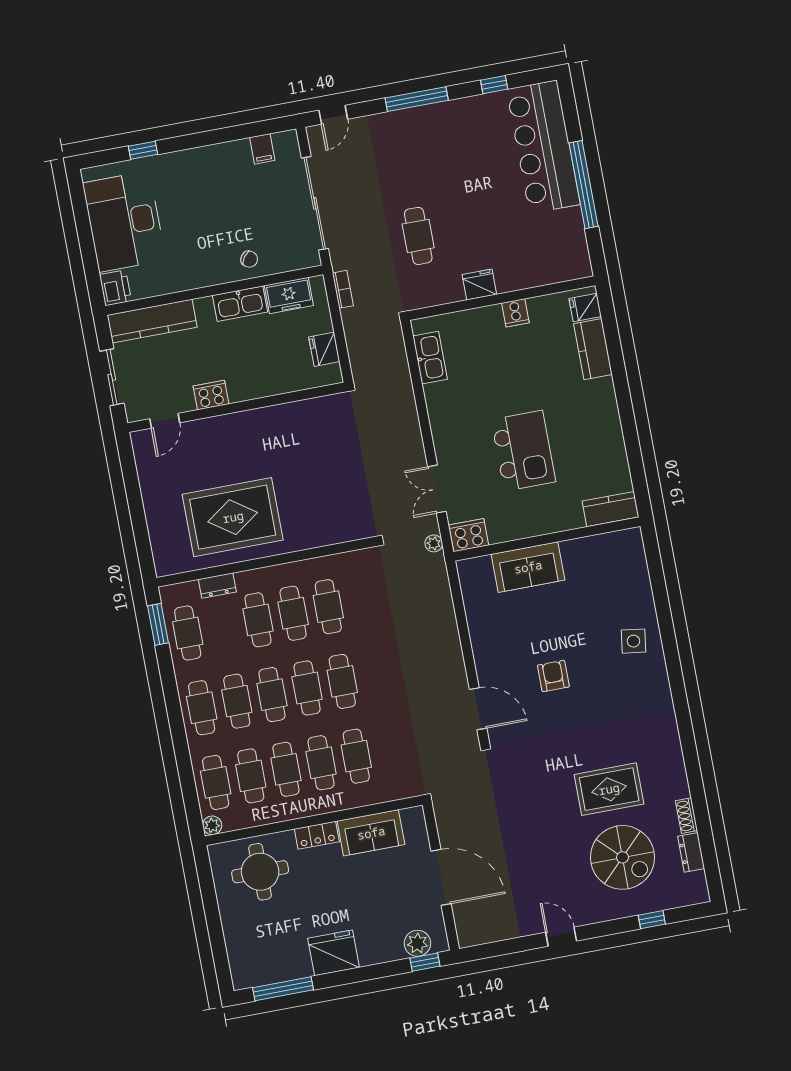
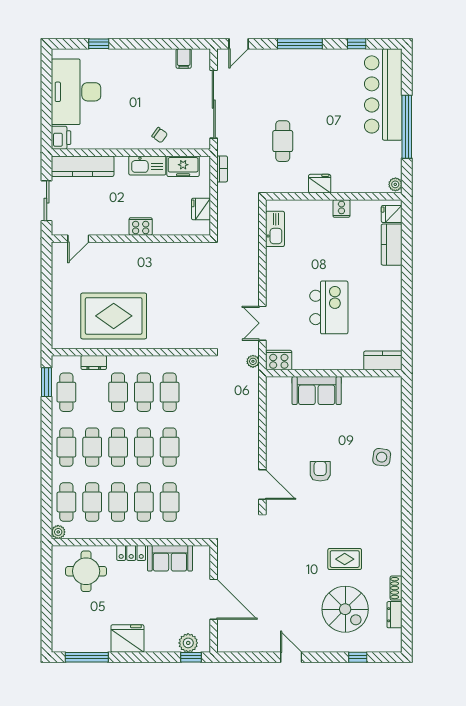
plant: (582, 266) -> (395, 184), added
cooker: (211, 395) -> (141, 226), moved
rug: (609, 789) -> (345, 559), width x0.73, depth x0.70

